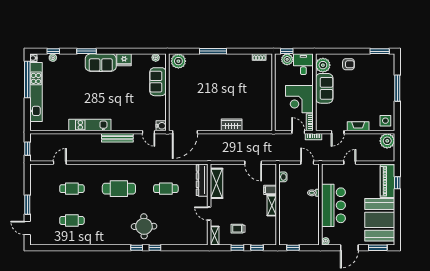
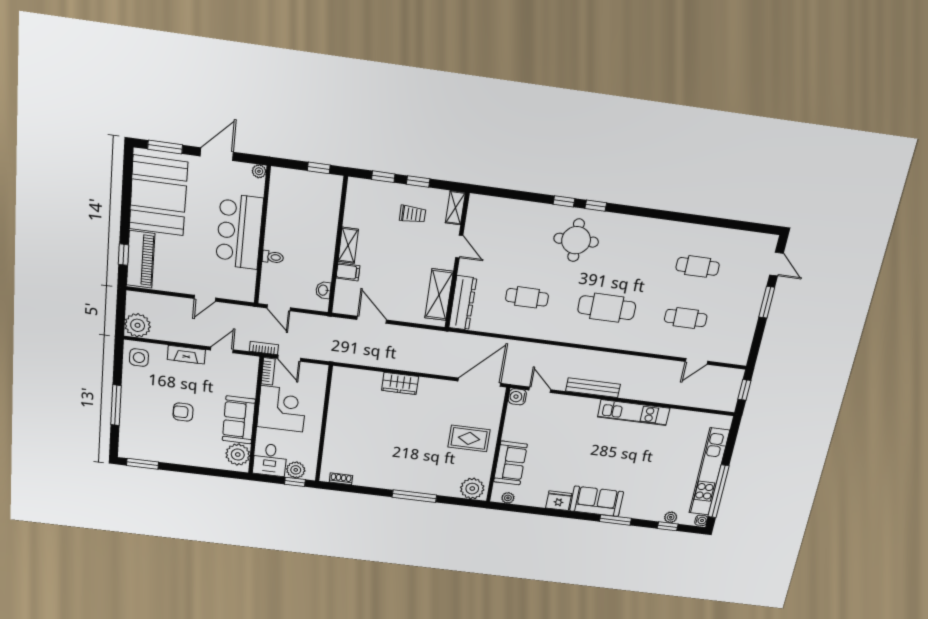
armchair: (348, 64) -> (183, 412), moved
rug: (186, 95) -> (469, 438), added

